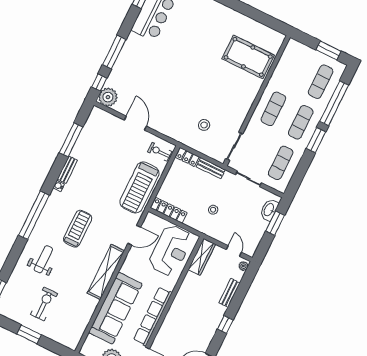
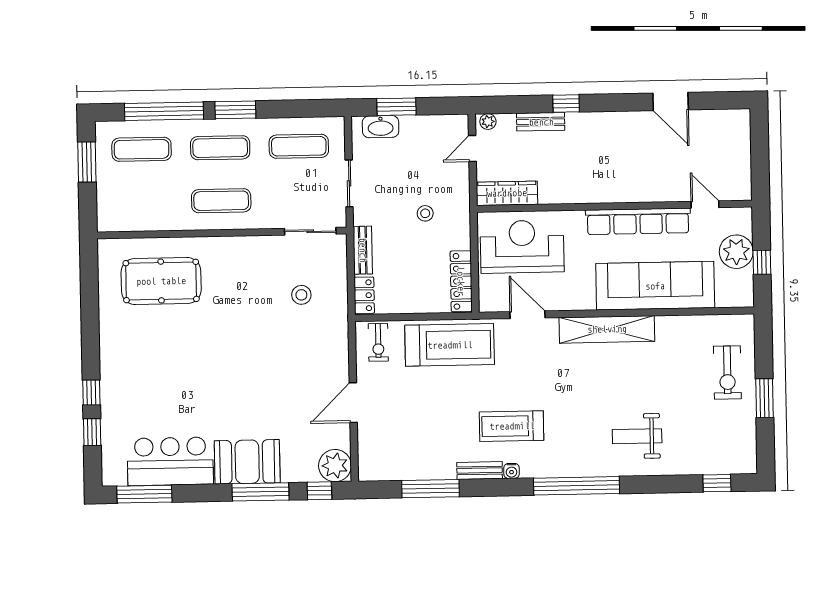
booth: (133, 53) -> (247, 462), added
pool table: (248, 57) -> (161, 281), turned 90
treadmill: (78, 229) -> (512, 426), moved
exercise bike: (44, 304) -> (727, 372), moved, turned -90
window: (225, 324) -> (566, 104), moved

